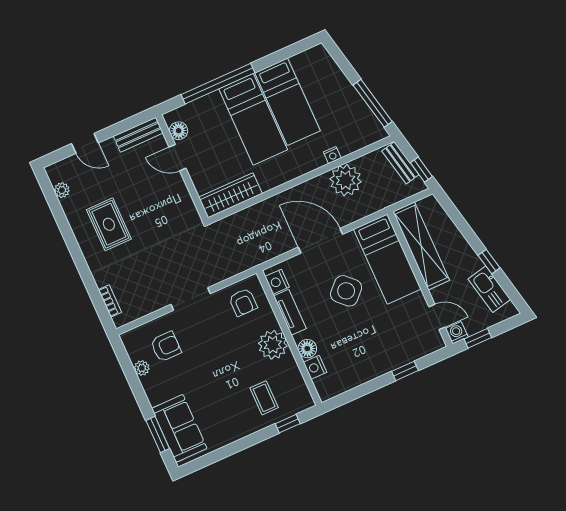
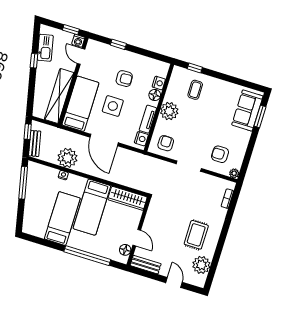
bed: (253, 119) -> (92, 207), moved, turned 180
plant: (62, 190) -> (201, 265), width x1.88, depth x1.88
side table: (346, 291) -> (113, 106), turned 45
armchair: (361, 336) -> (124, 79), added
plant: (142, 368) -> (234, 173), moved

